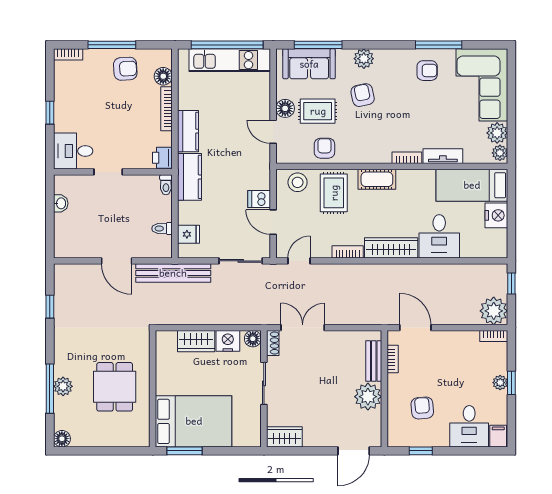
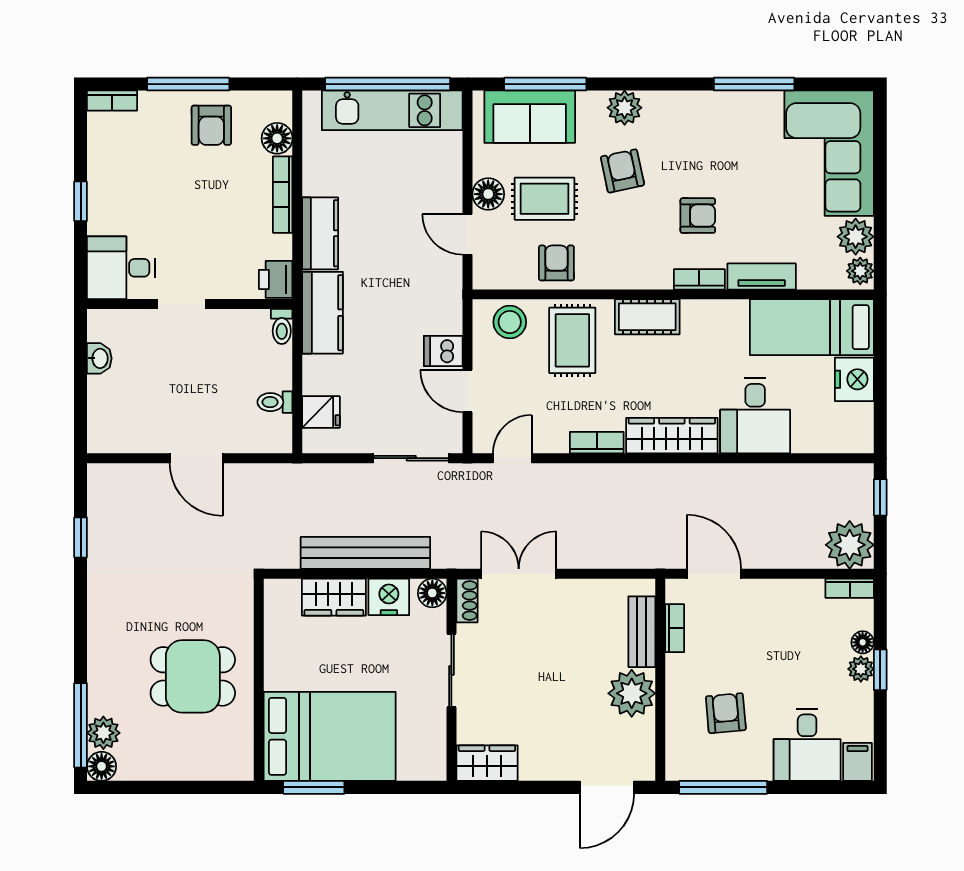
armchair: (125, 69) -> (211, 125), turned 93
armchair: (427, 71) -> (698, 216), moved
bench: (173, 273) -> (365, 553), moved
floor lamp: (501, 367) -> (863, 642), added
plant: (63, 386) -> (103, 733), moved
dining table: (115, 387) -> (193, 676), turned 90
window: (50, 389) -> (81, 725), moved
window: (421, 451) -> (723, 787), width x2.17

